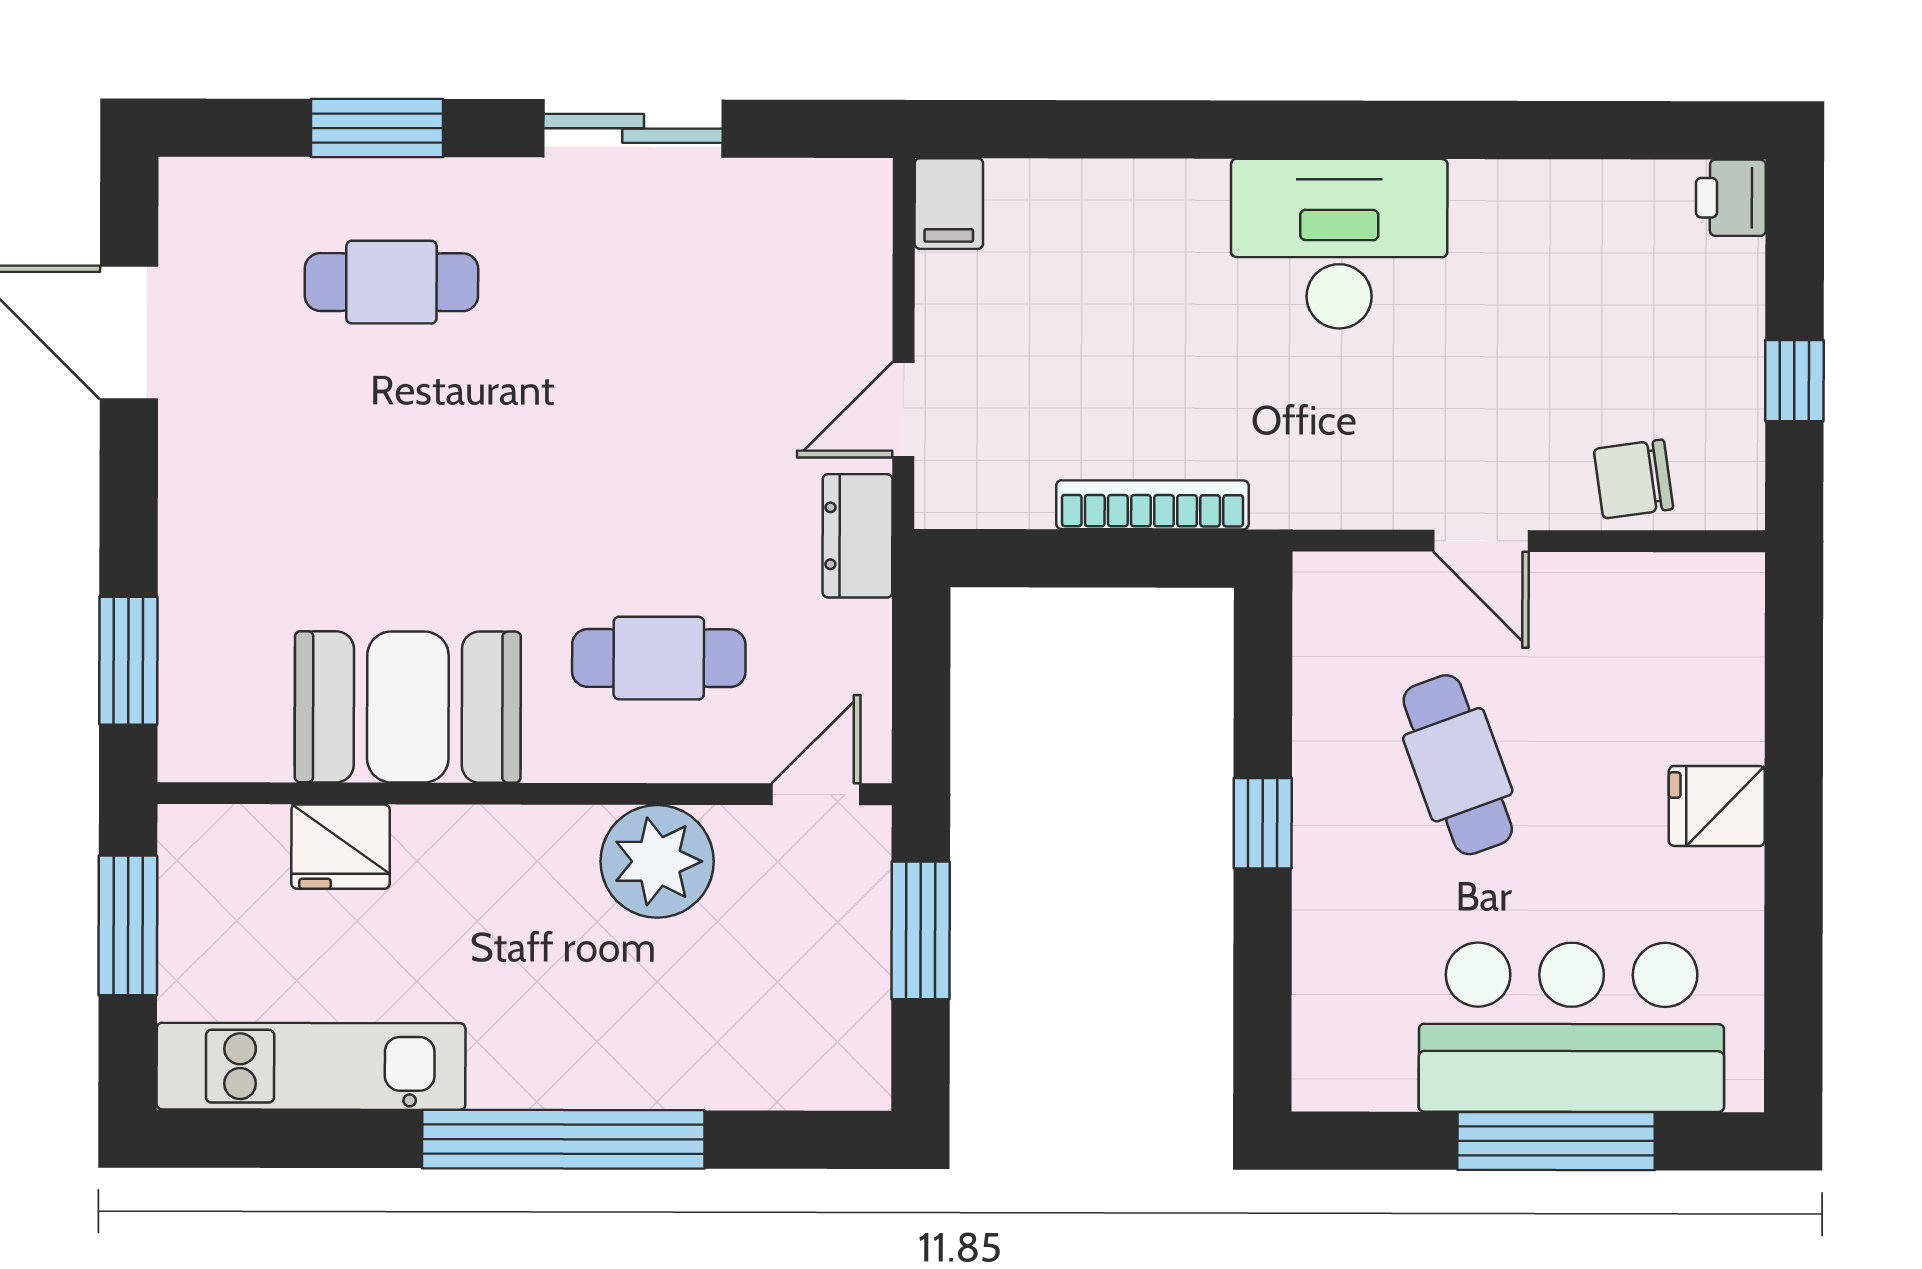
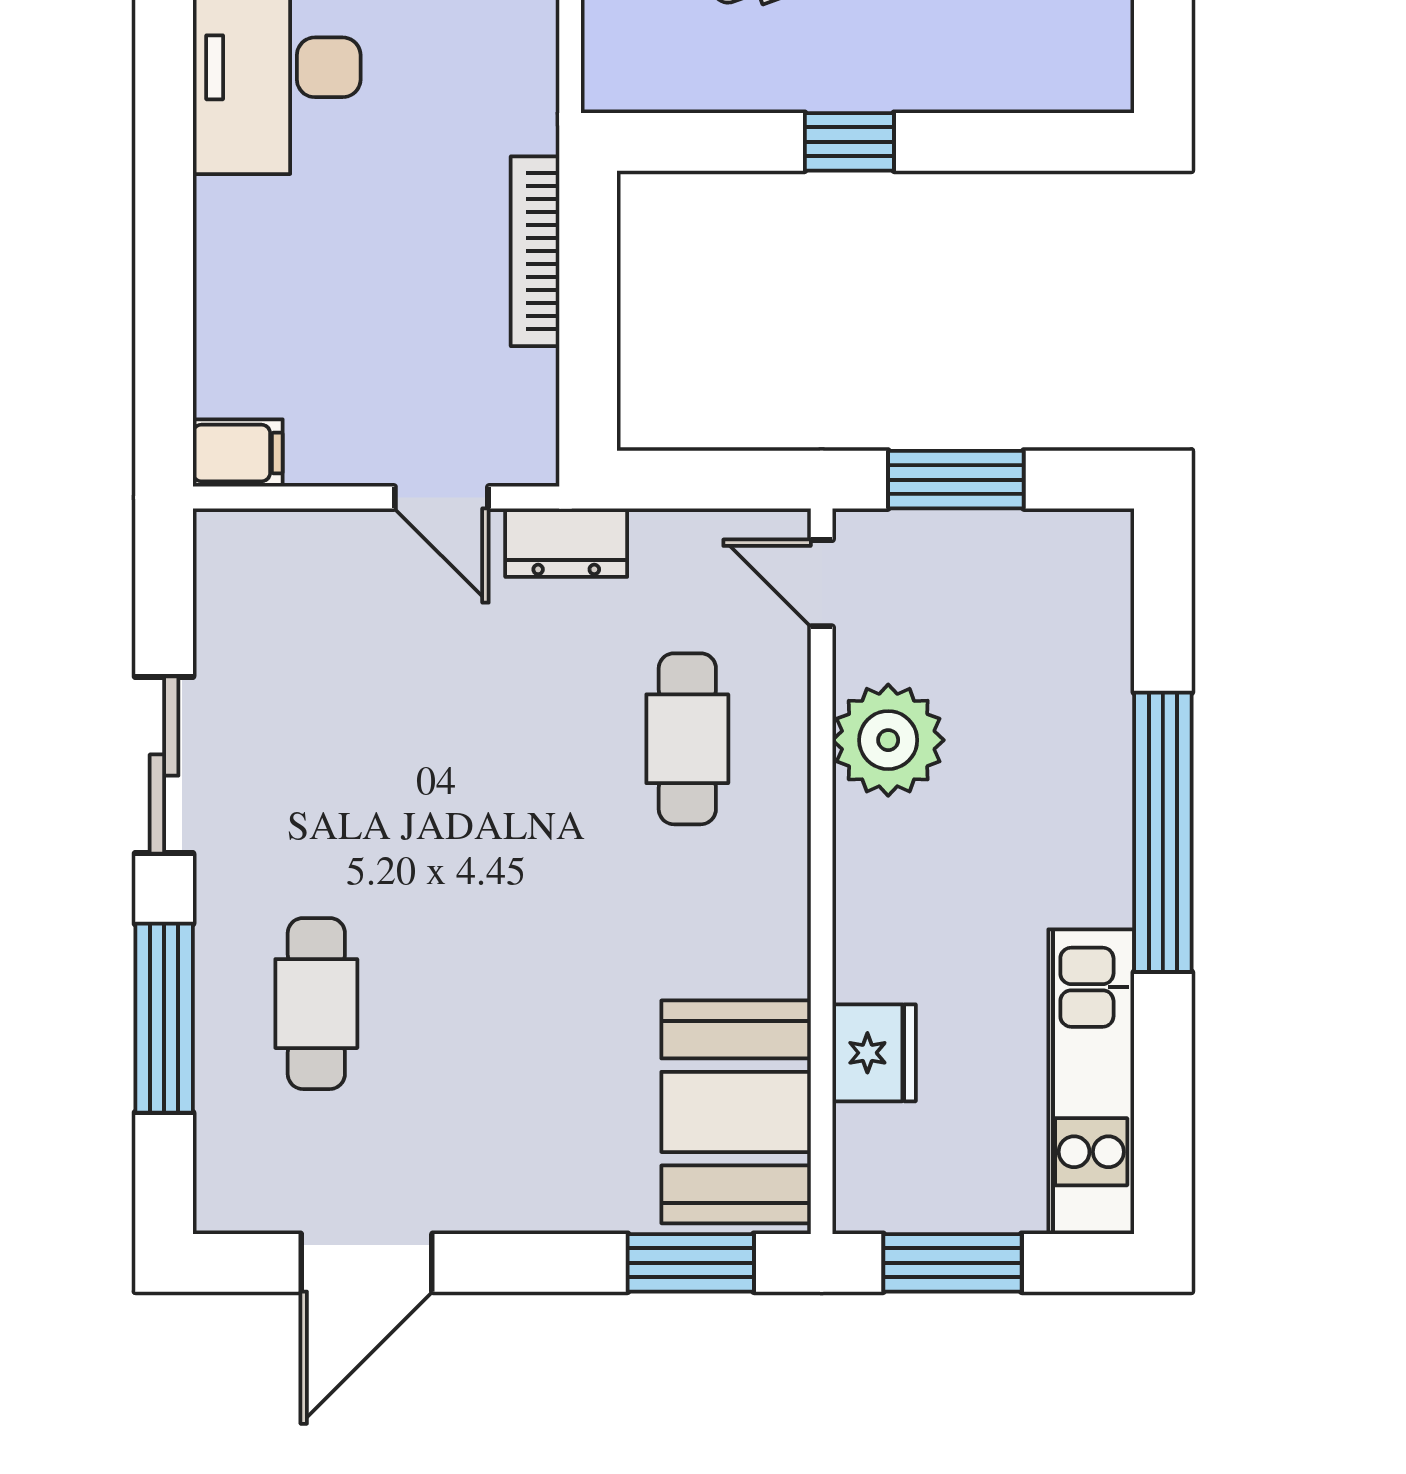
window: (377, 128) -> (164, 1018), width x1.44
booth: (408, 707) -> (736, 1112), moved

